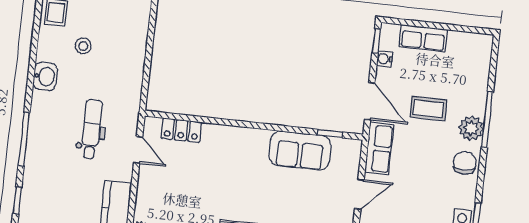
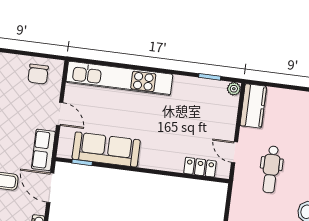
sofa: (300, 151) -> (106, 149), width x1.36
door: (359, 194) -> (60, 114), swing flipped

